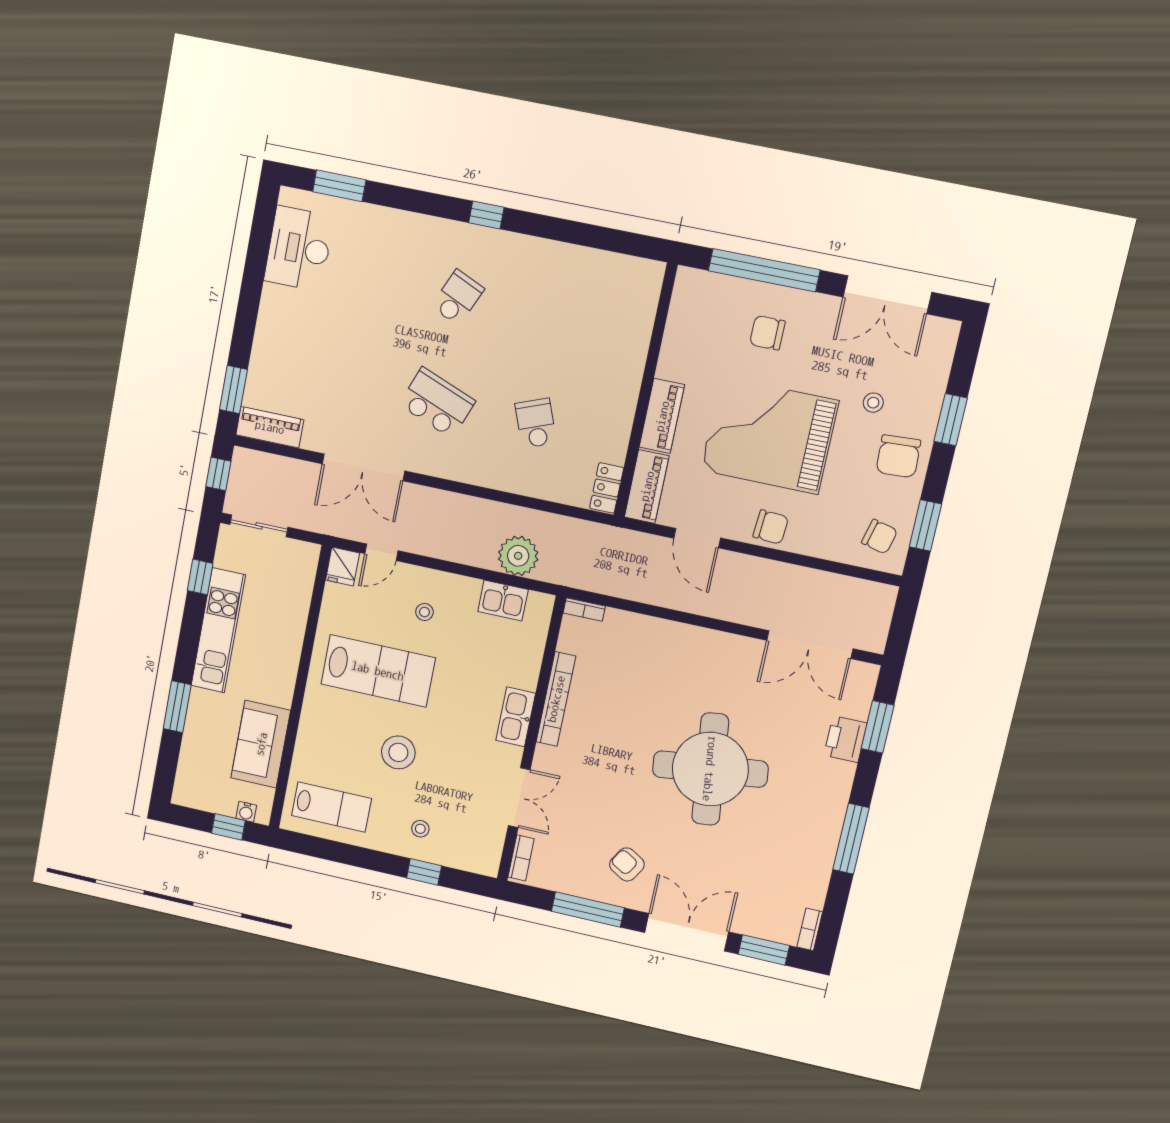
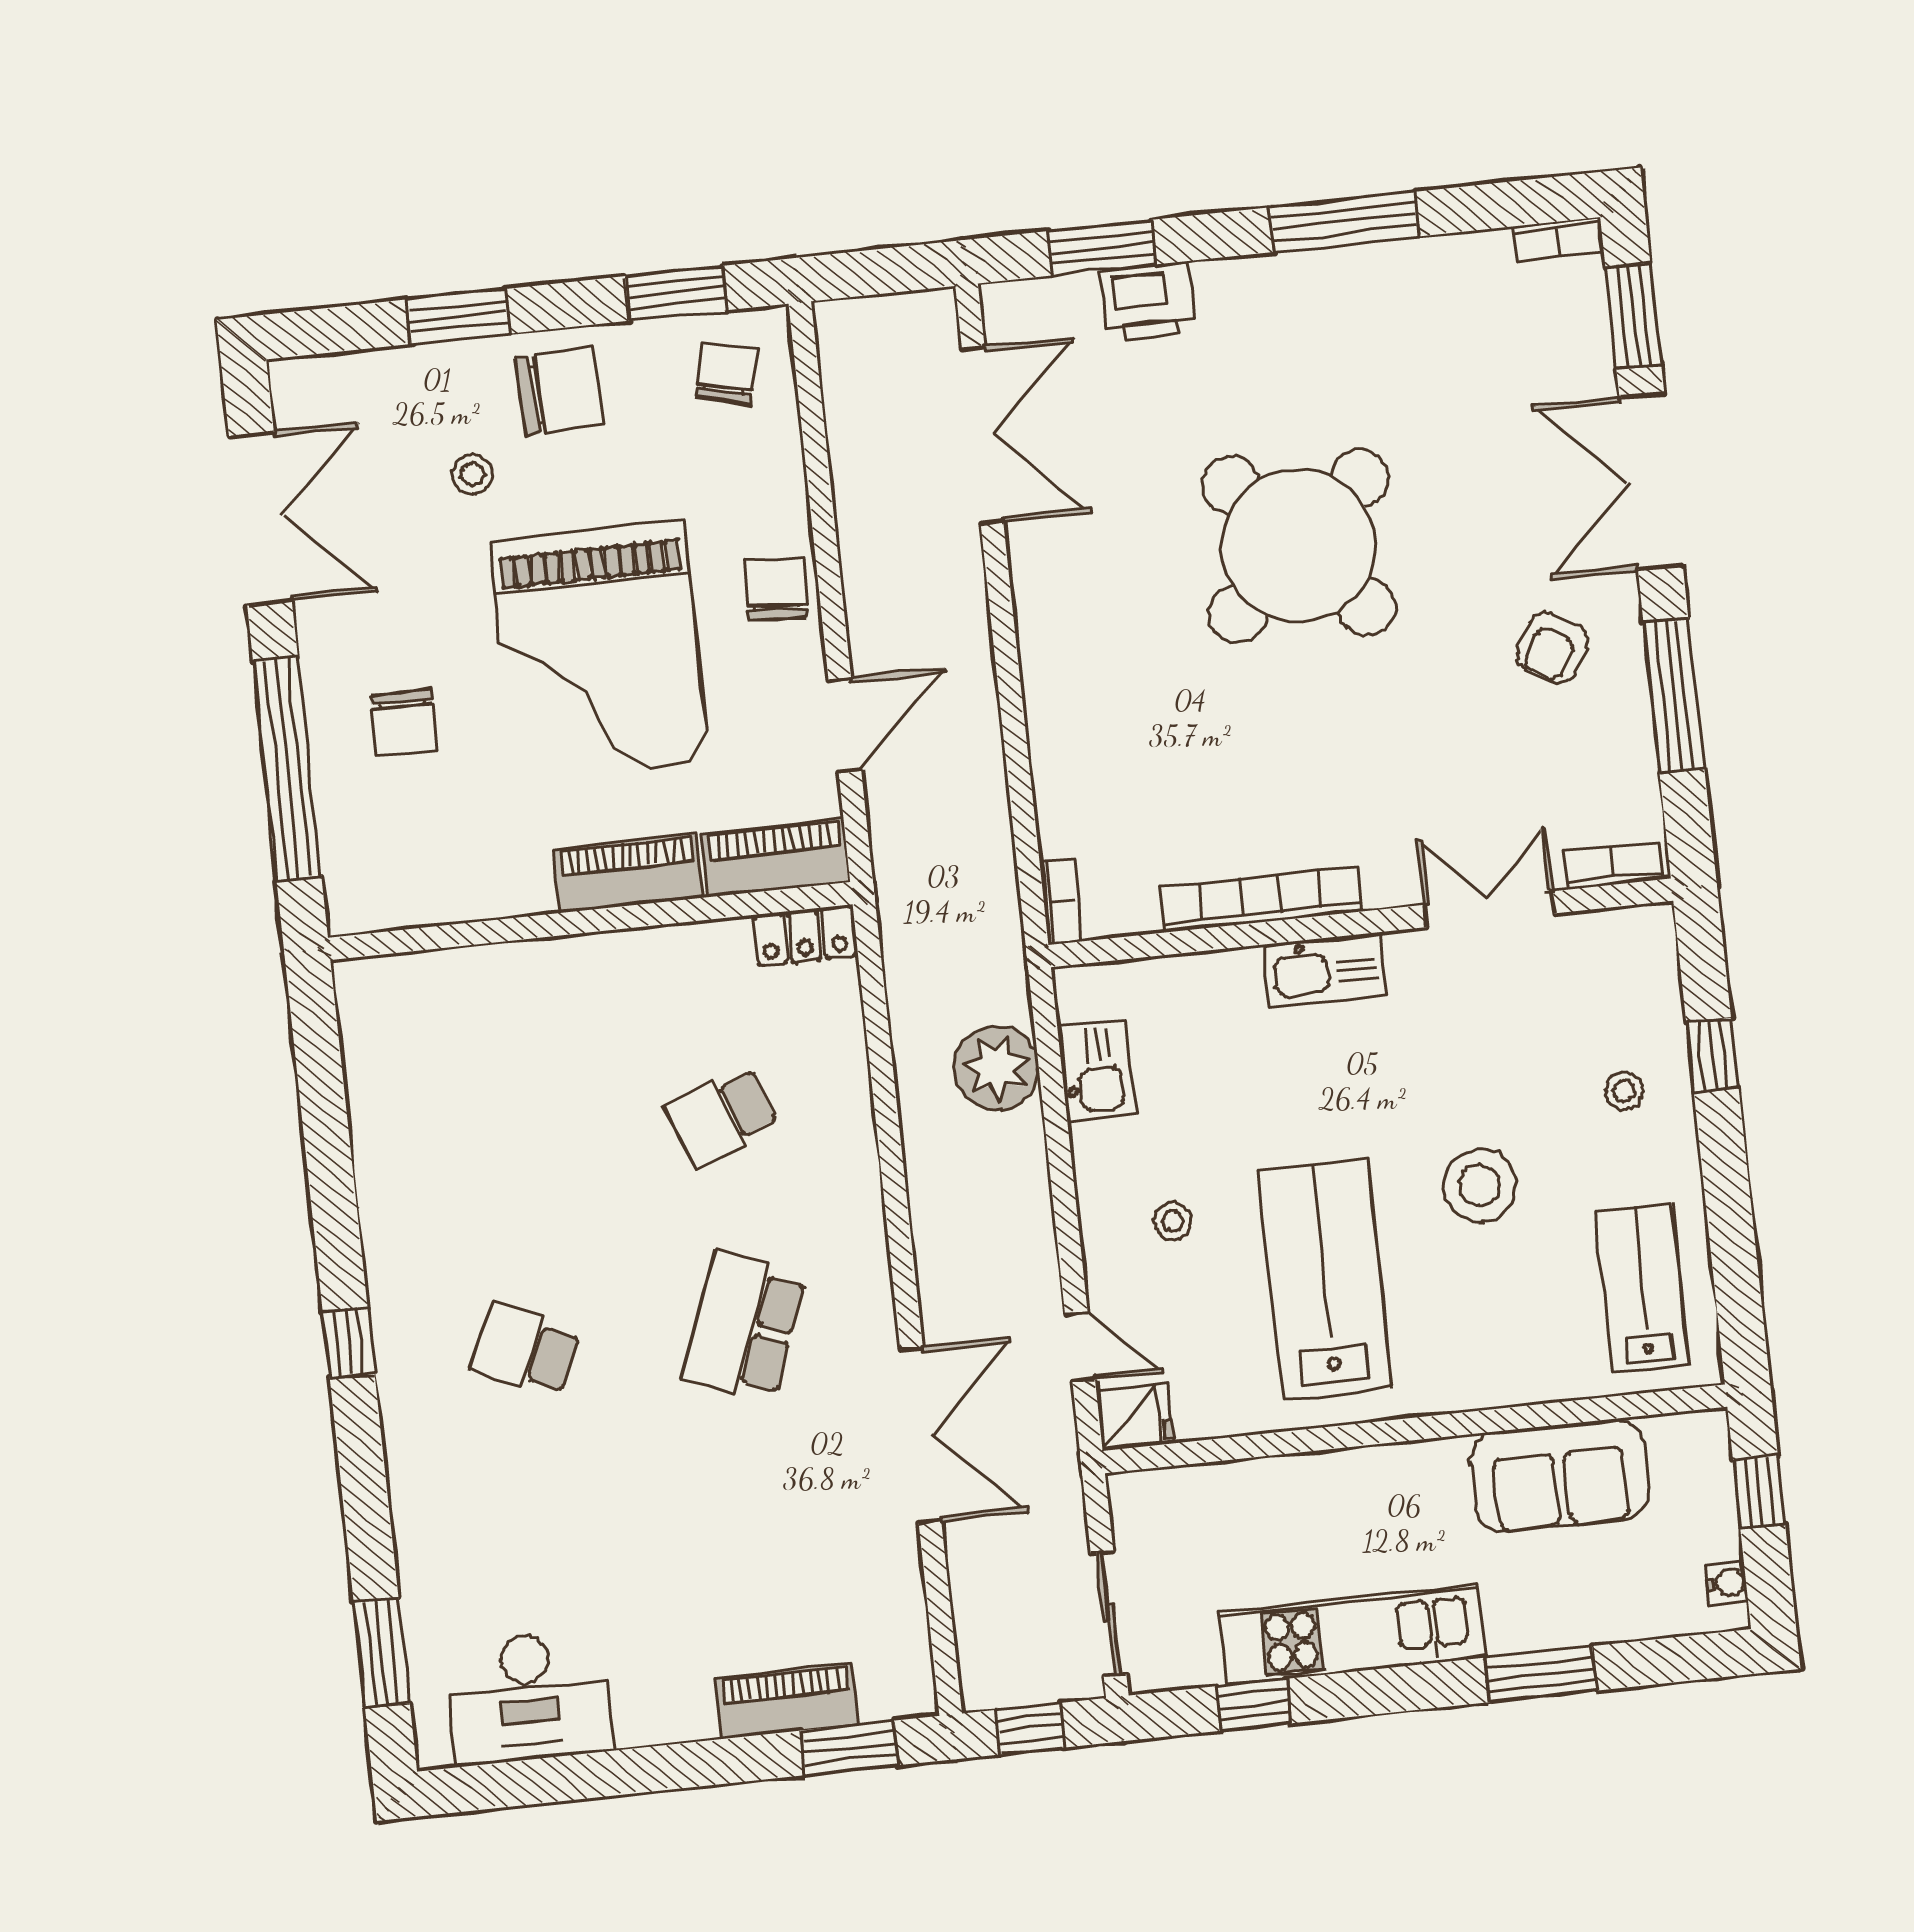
piano: (270, 427) -> (786, 1701), moved, turned 90
round table: (710, 769) -> (1299, 546), turned -35
water cooler: (246, 812) -> (1726, 1583), moved

